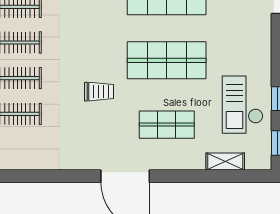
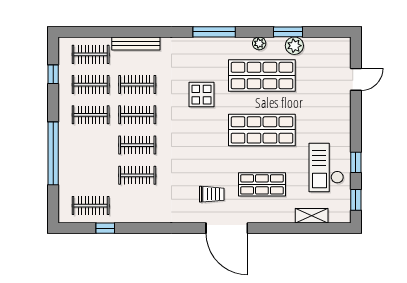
display table: (95, 19) -> (201, 95), added
trolley: (99, 92) -> (212, 194), moved

